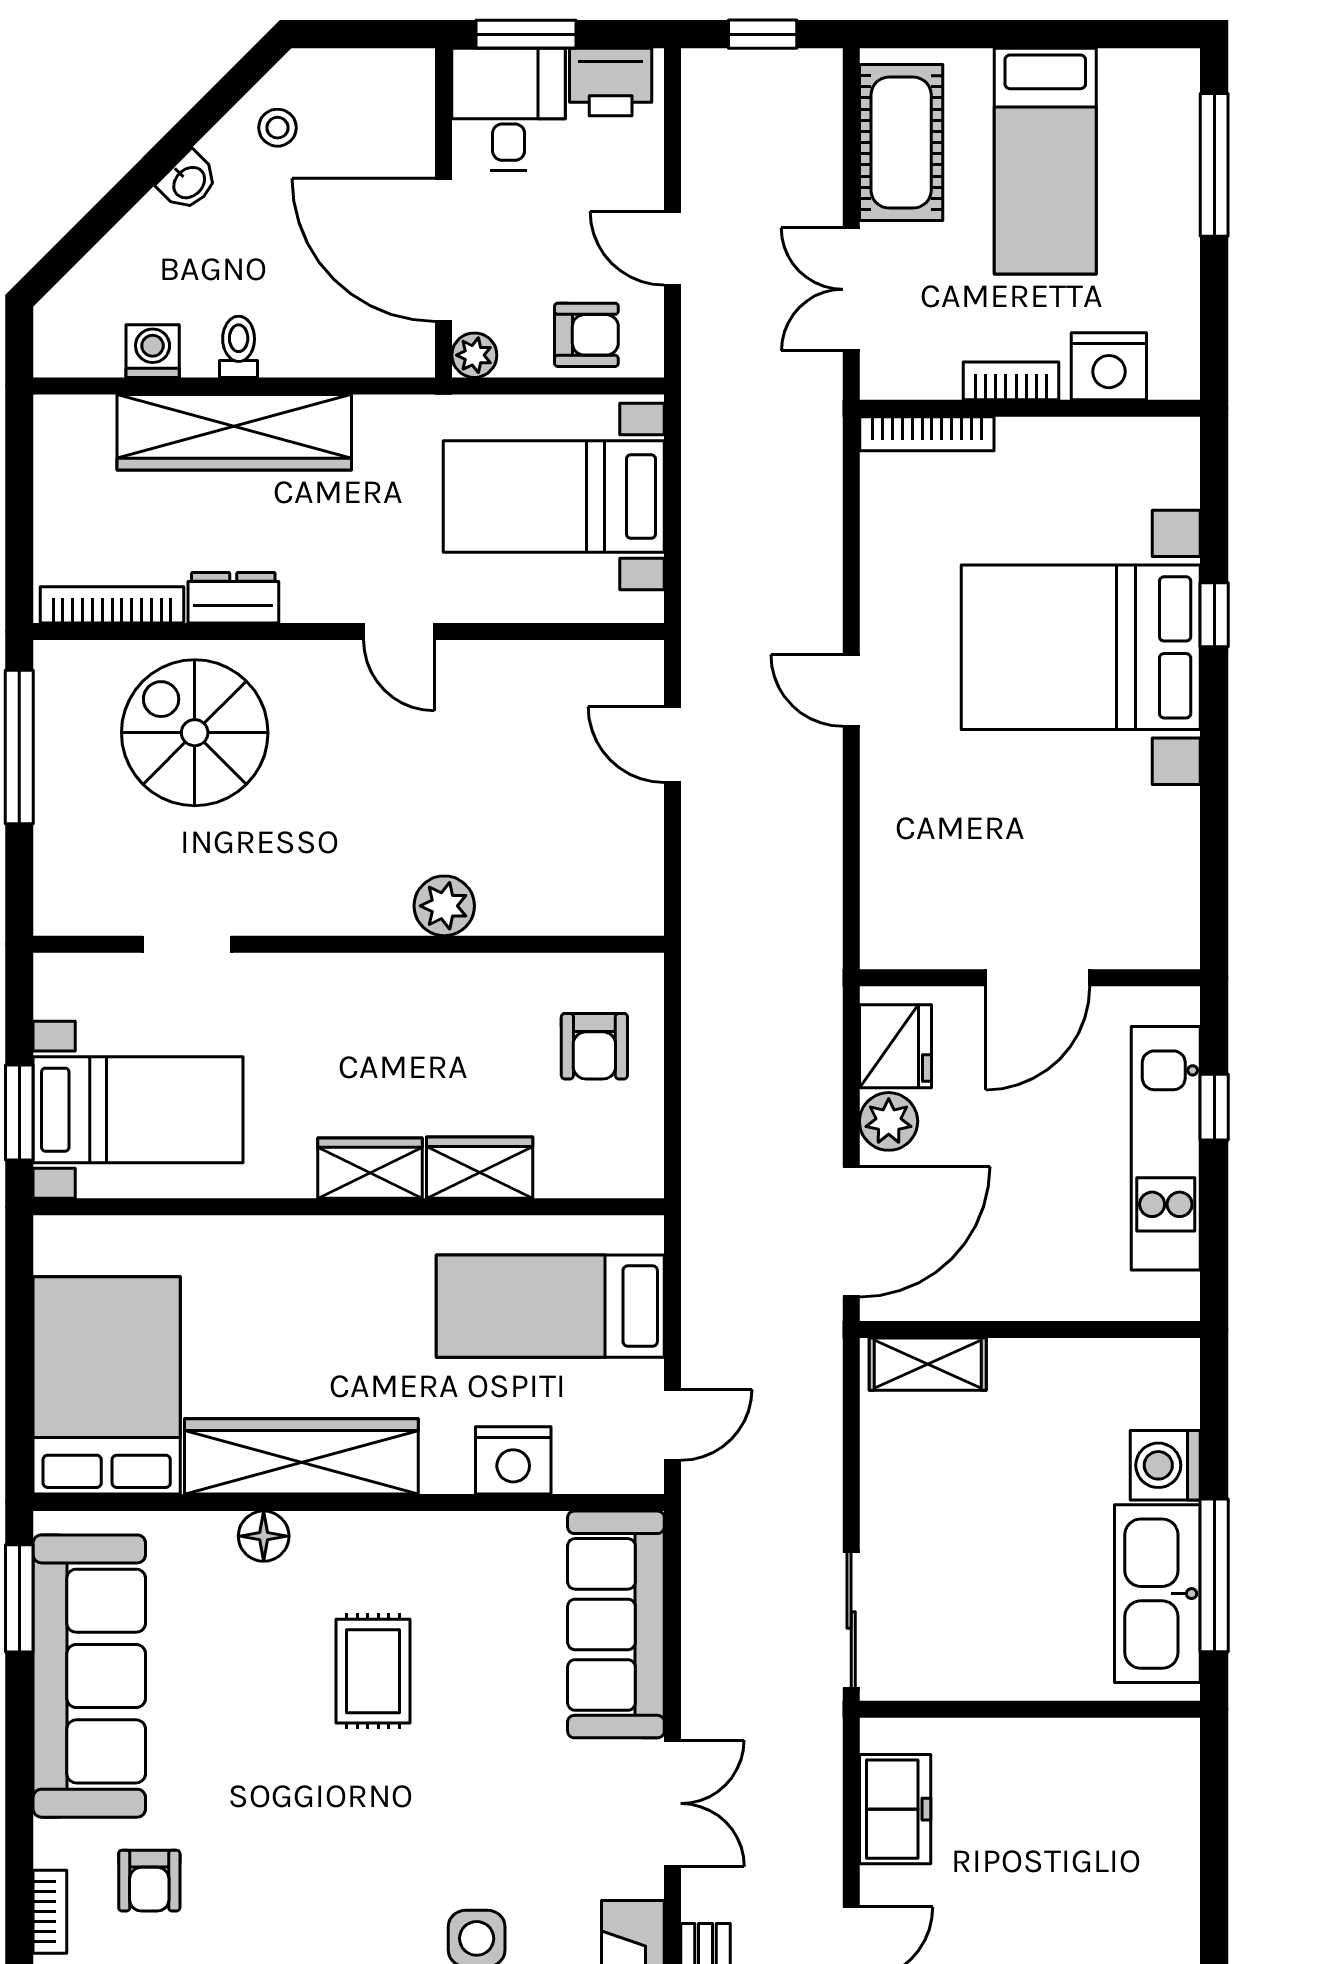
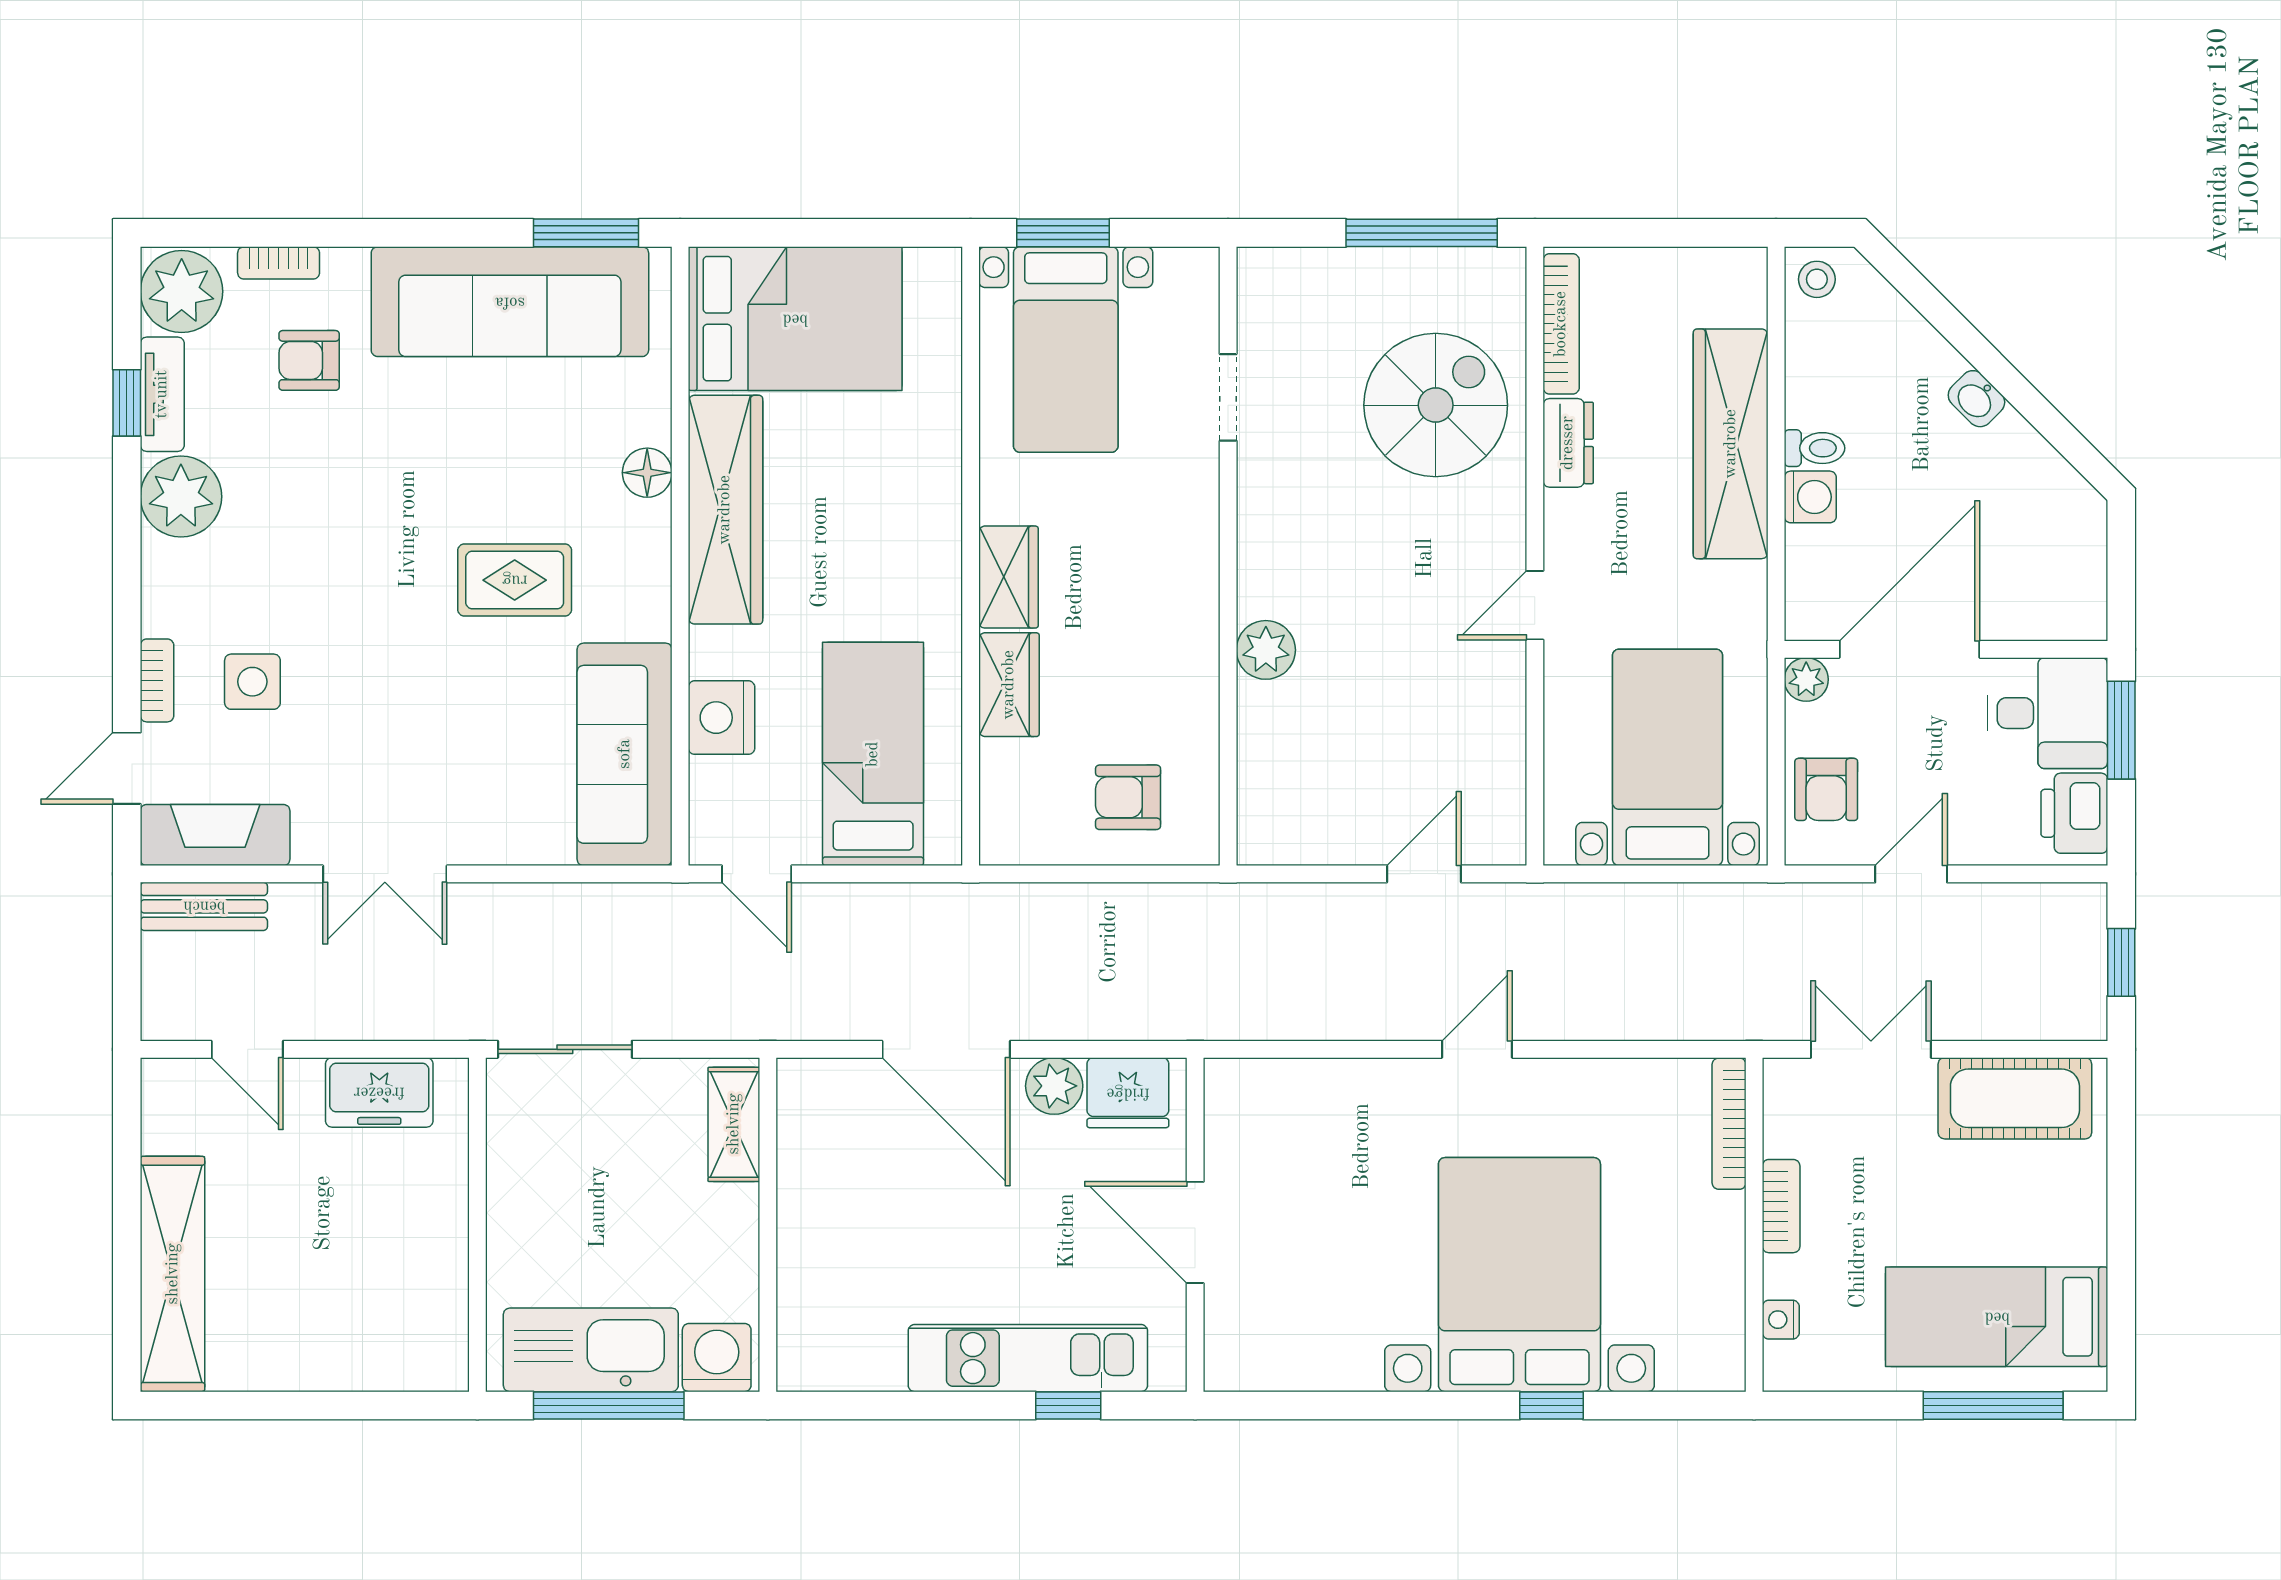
stool: (277, 128) -> (1817, 279), moved
bed: (1045, 161) -> (1997, 1317), moved
washing machine: (153, 351) -> (1810, 497), moved
nightstand: (1109, 366) -> (1781, 1320), width x0.53, depth x0.56
wall: (1030, 1329) -> (768, 1225), moved
shelving: (928, 1364) -> (734, 1124), moved
sofa: (616, 1624) -> (625, 754), moved, turned -90

